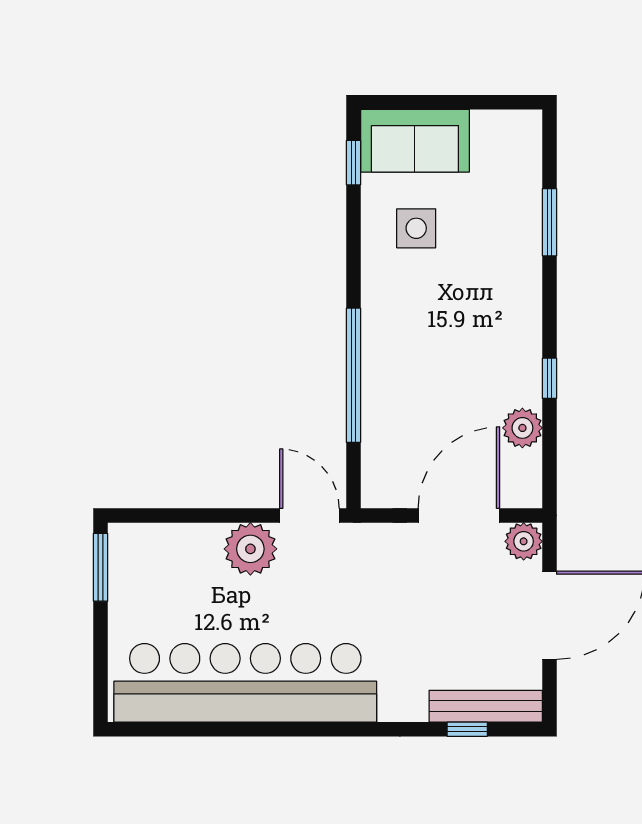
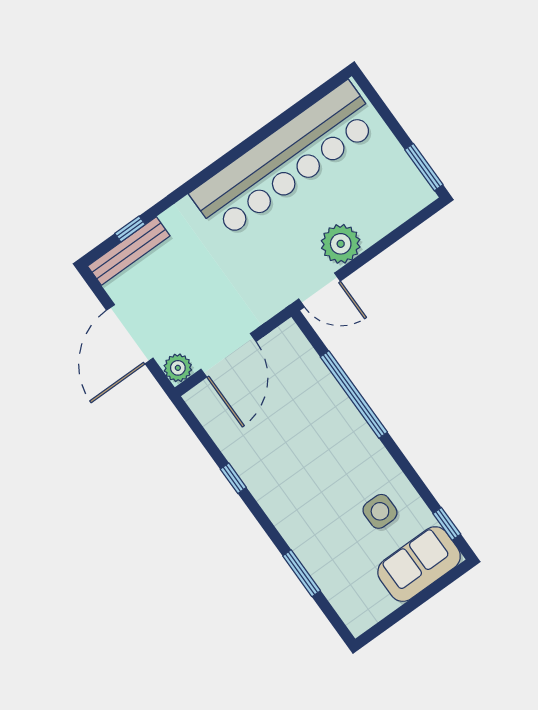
plant: (522, 428) -> (228, 436), removed

